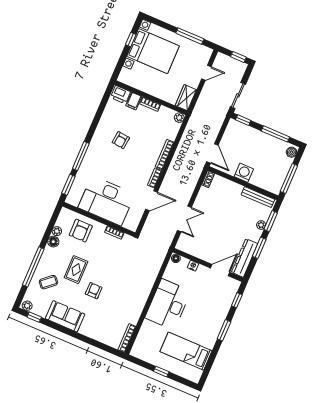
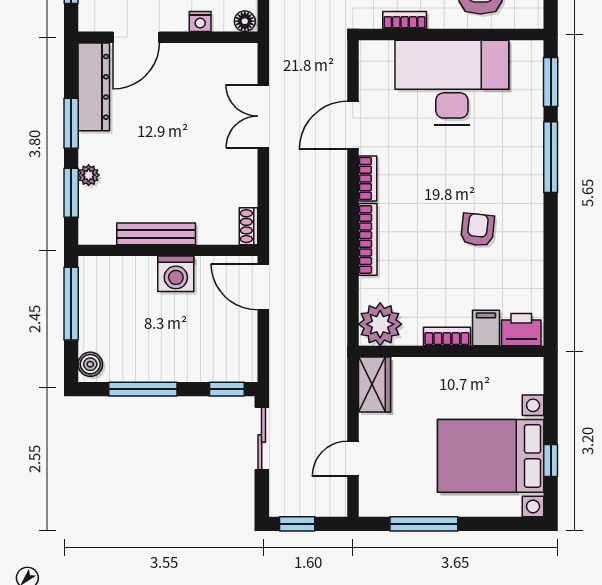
plant: (179, 118) -> (380, 324), width x1.87, depth x1.87
bench: (258, 197) -> (156, 234), moved

